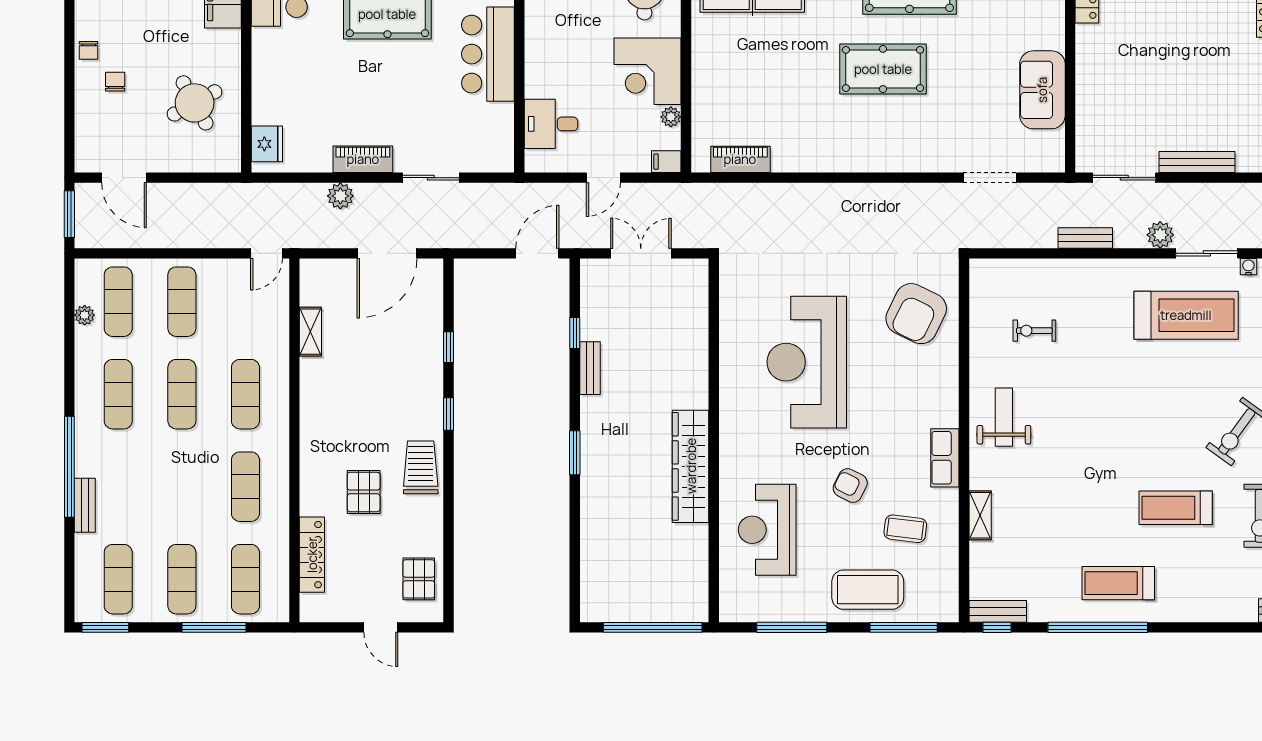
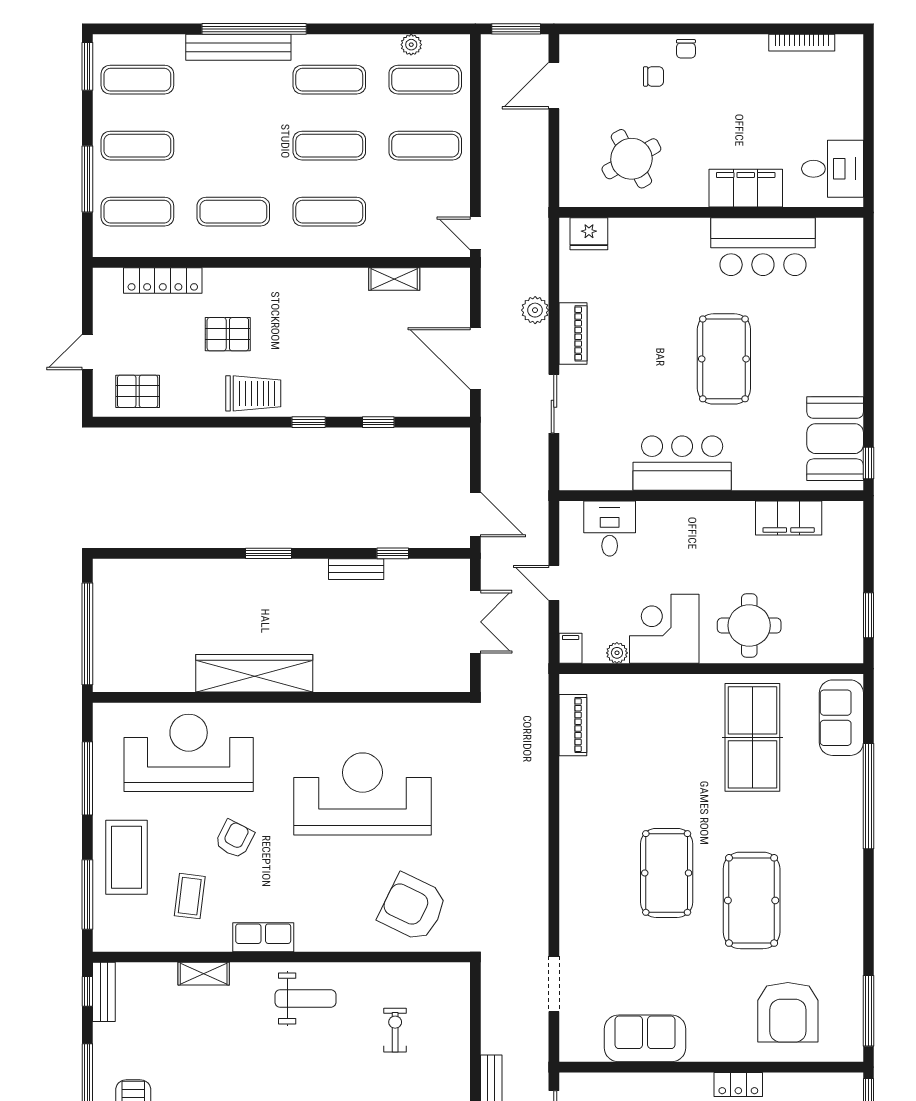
chair: (89, 50) -> (686, 49), turned -90
bench: (85, 505) -> (238, 47), width x1.86, depth x1.21
reception desk: (767, 530) -> (189, 753), width x1.36, depth x1.30

